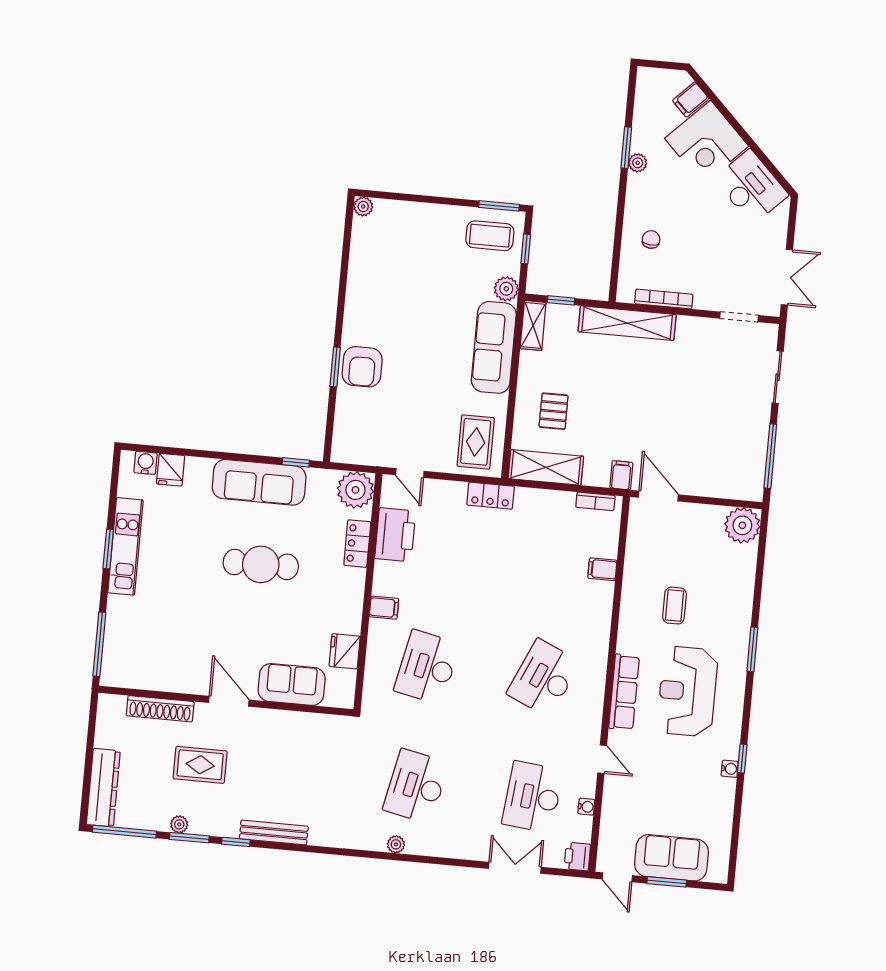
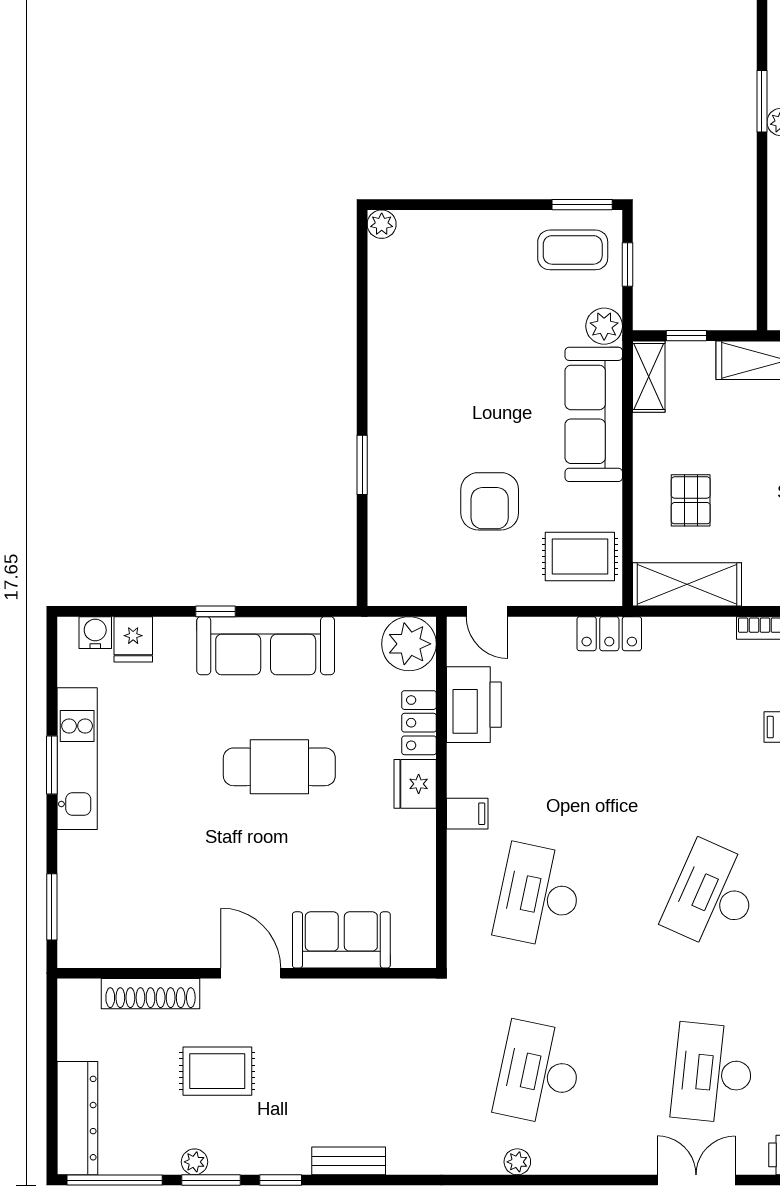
armchair: (362, 367) -> (490, 501), moved
rug: (476, 442) -> (580, 556), turned 90
window: (296, 462) -> (216, 611), moved
window: (99, 644) -> (52, 907), width x0.69
fridge: (345, 651) -> (415, 784), moved
bench: (274, 832) -> (349, 1161), width x0.73

